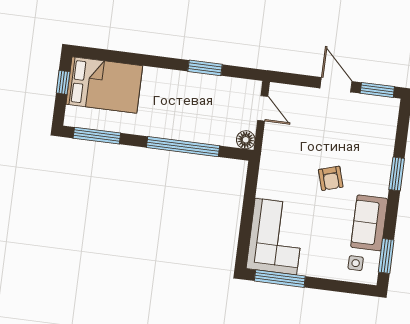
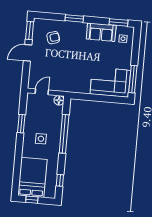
side table: (175, 103) -> (41, 139), added
window: (97, 136) -> (60, 180), width x0.46
armchair: (331, 178) -> (53, 38), moved

